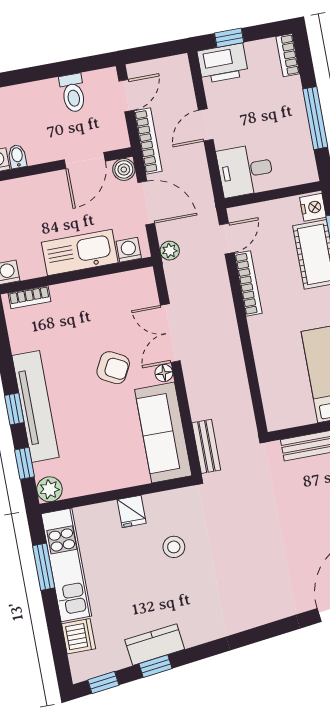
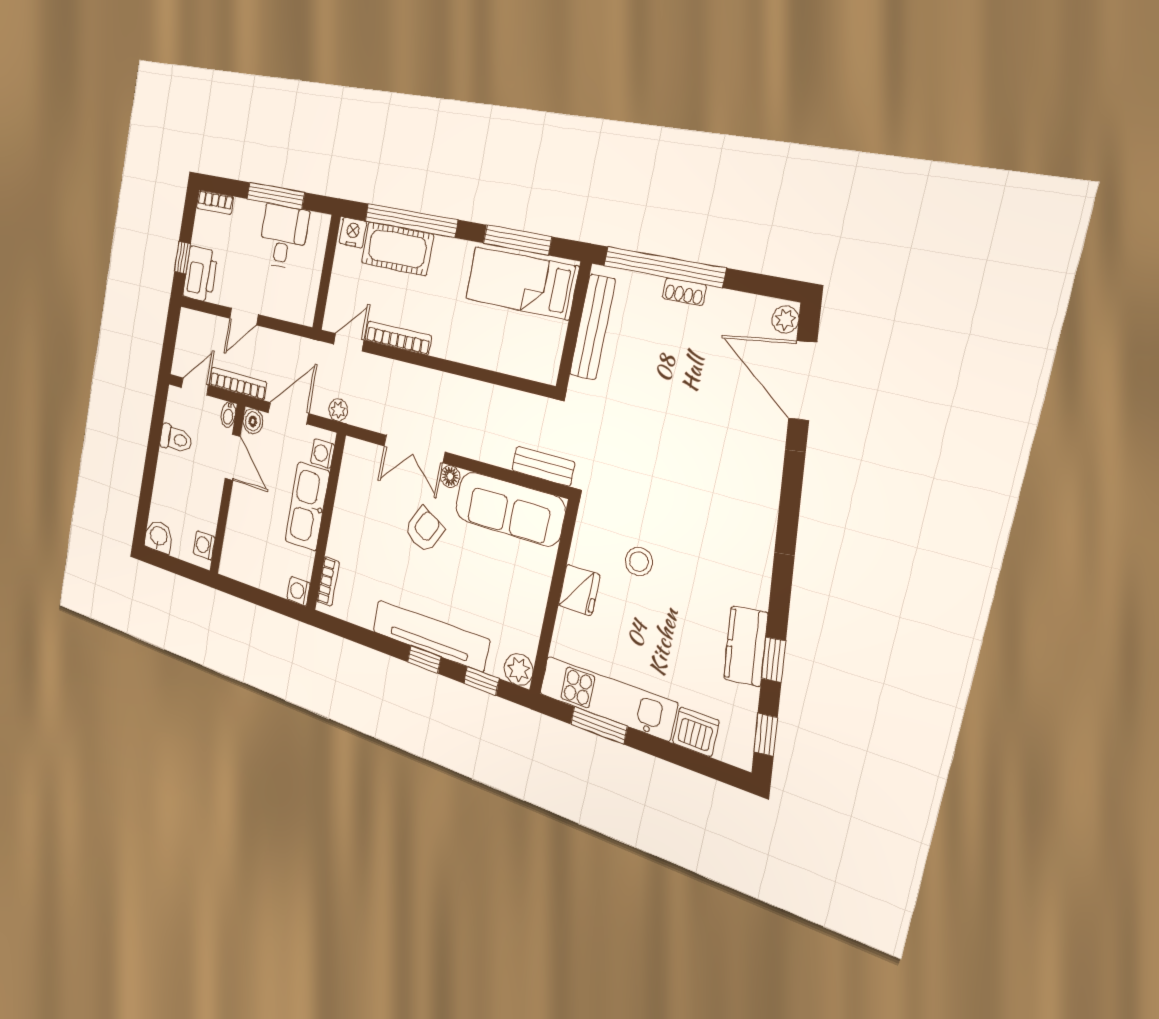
door: (126, 96) -> (195, 386), hinge flipped
door: (206, 125) -> (244, 317), hinge flipped
bidet: (17, 156) -> (228, 415), moved, turned -90
desk: (245, 170) -> (283, 236), moved, turned 180
door: (227, 239) -> (349, 342), hinge flipped
fridge: (132, 511) -> (579, 590), width x1.38

